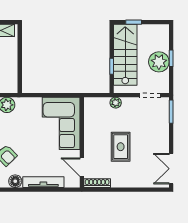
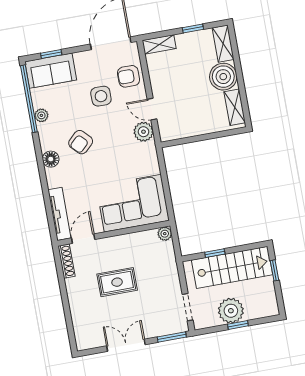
plant: (116, 103) -> (165, 234), moved
double door: (171, 169) -> (126, 345), moved
tv unit: (43, 182) -> (59, 214), moved

